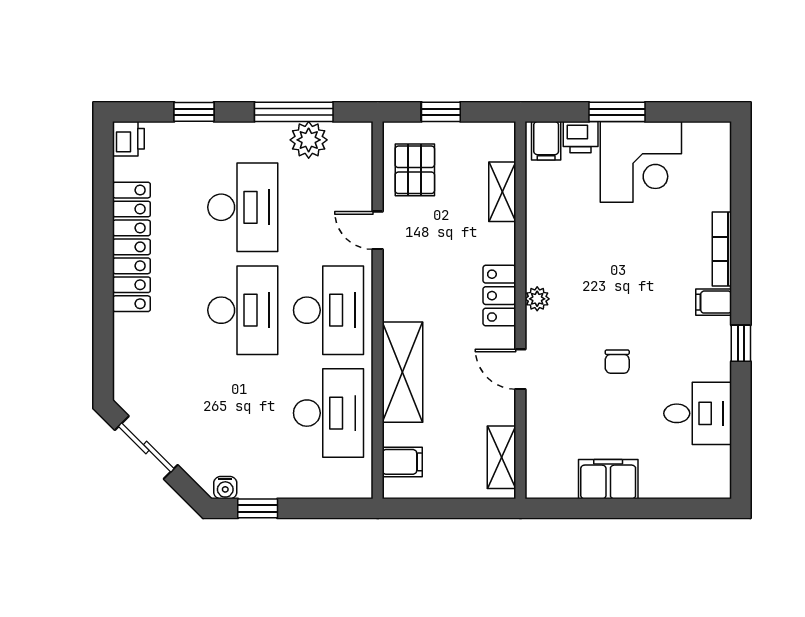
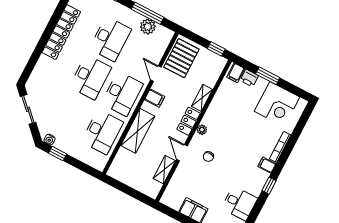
window: (441, 112) -> (216, 49), moved
corner desk: (641, 162) -> (277, 104), moved
pallet: (415, 170) -> (181, 58), width x1.50, depth x1.42
shelving: (502, 192) -> (202, 98), moved
chair: (617, 362) -> (208, 157), moved
shelving: (502, 457) -> (164, 170), moved
filing cabinet: (402, 462) -> (155, 98), moved

